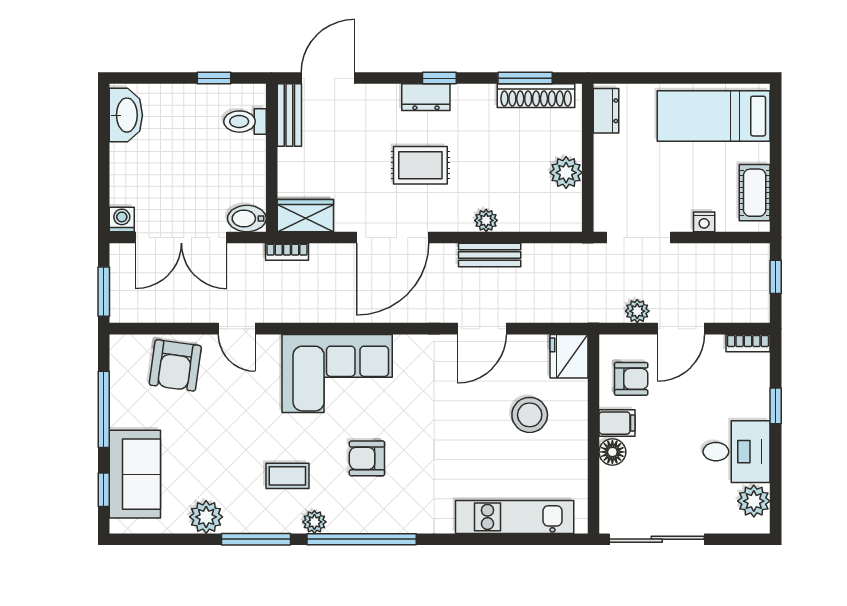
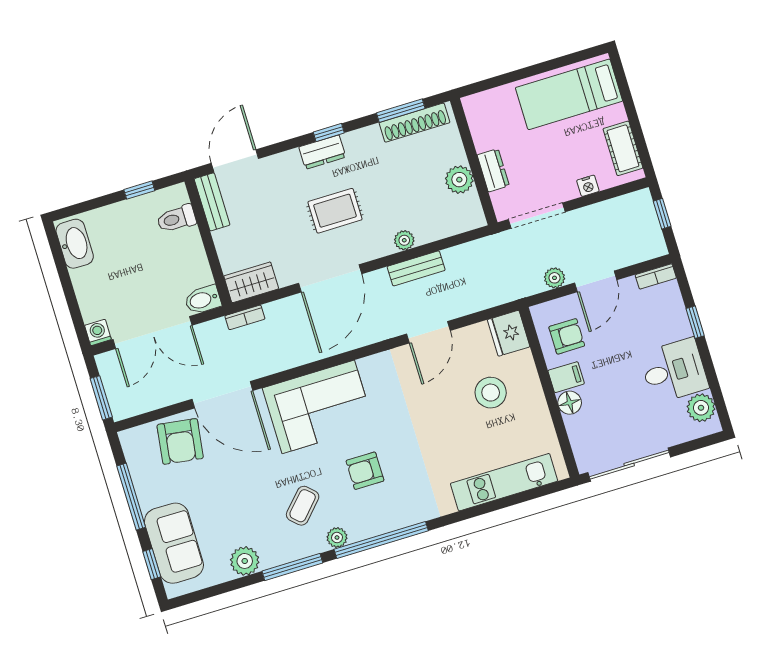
dresser: (606, 111) -> (493, 170), moved
door: (237, 329) -> (222, 395), width x1.88
coffee table: (287, 476) -> (303, 506), turned -47

